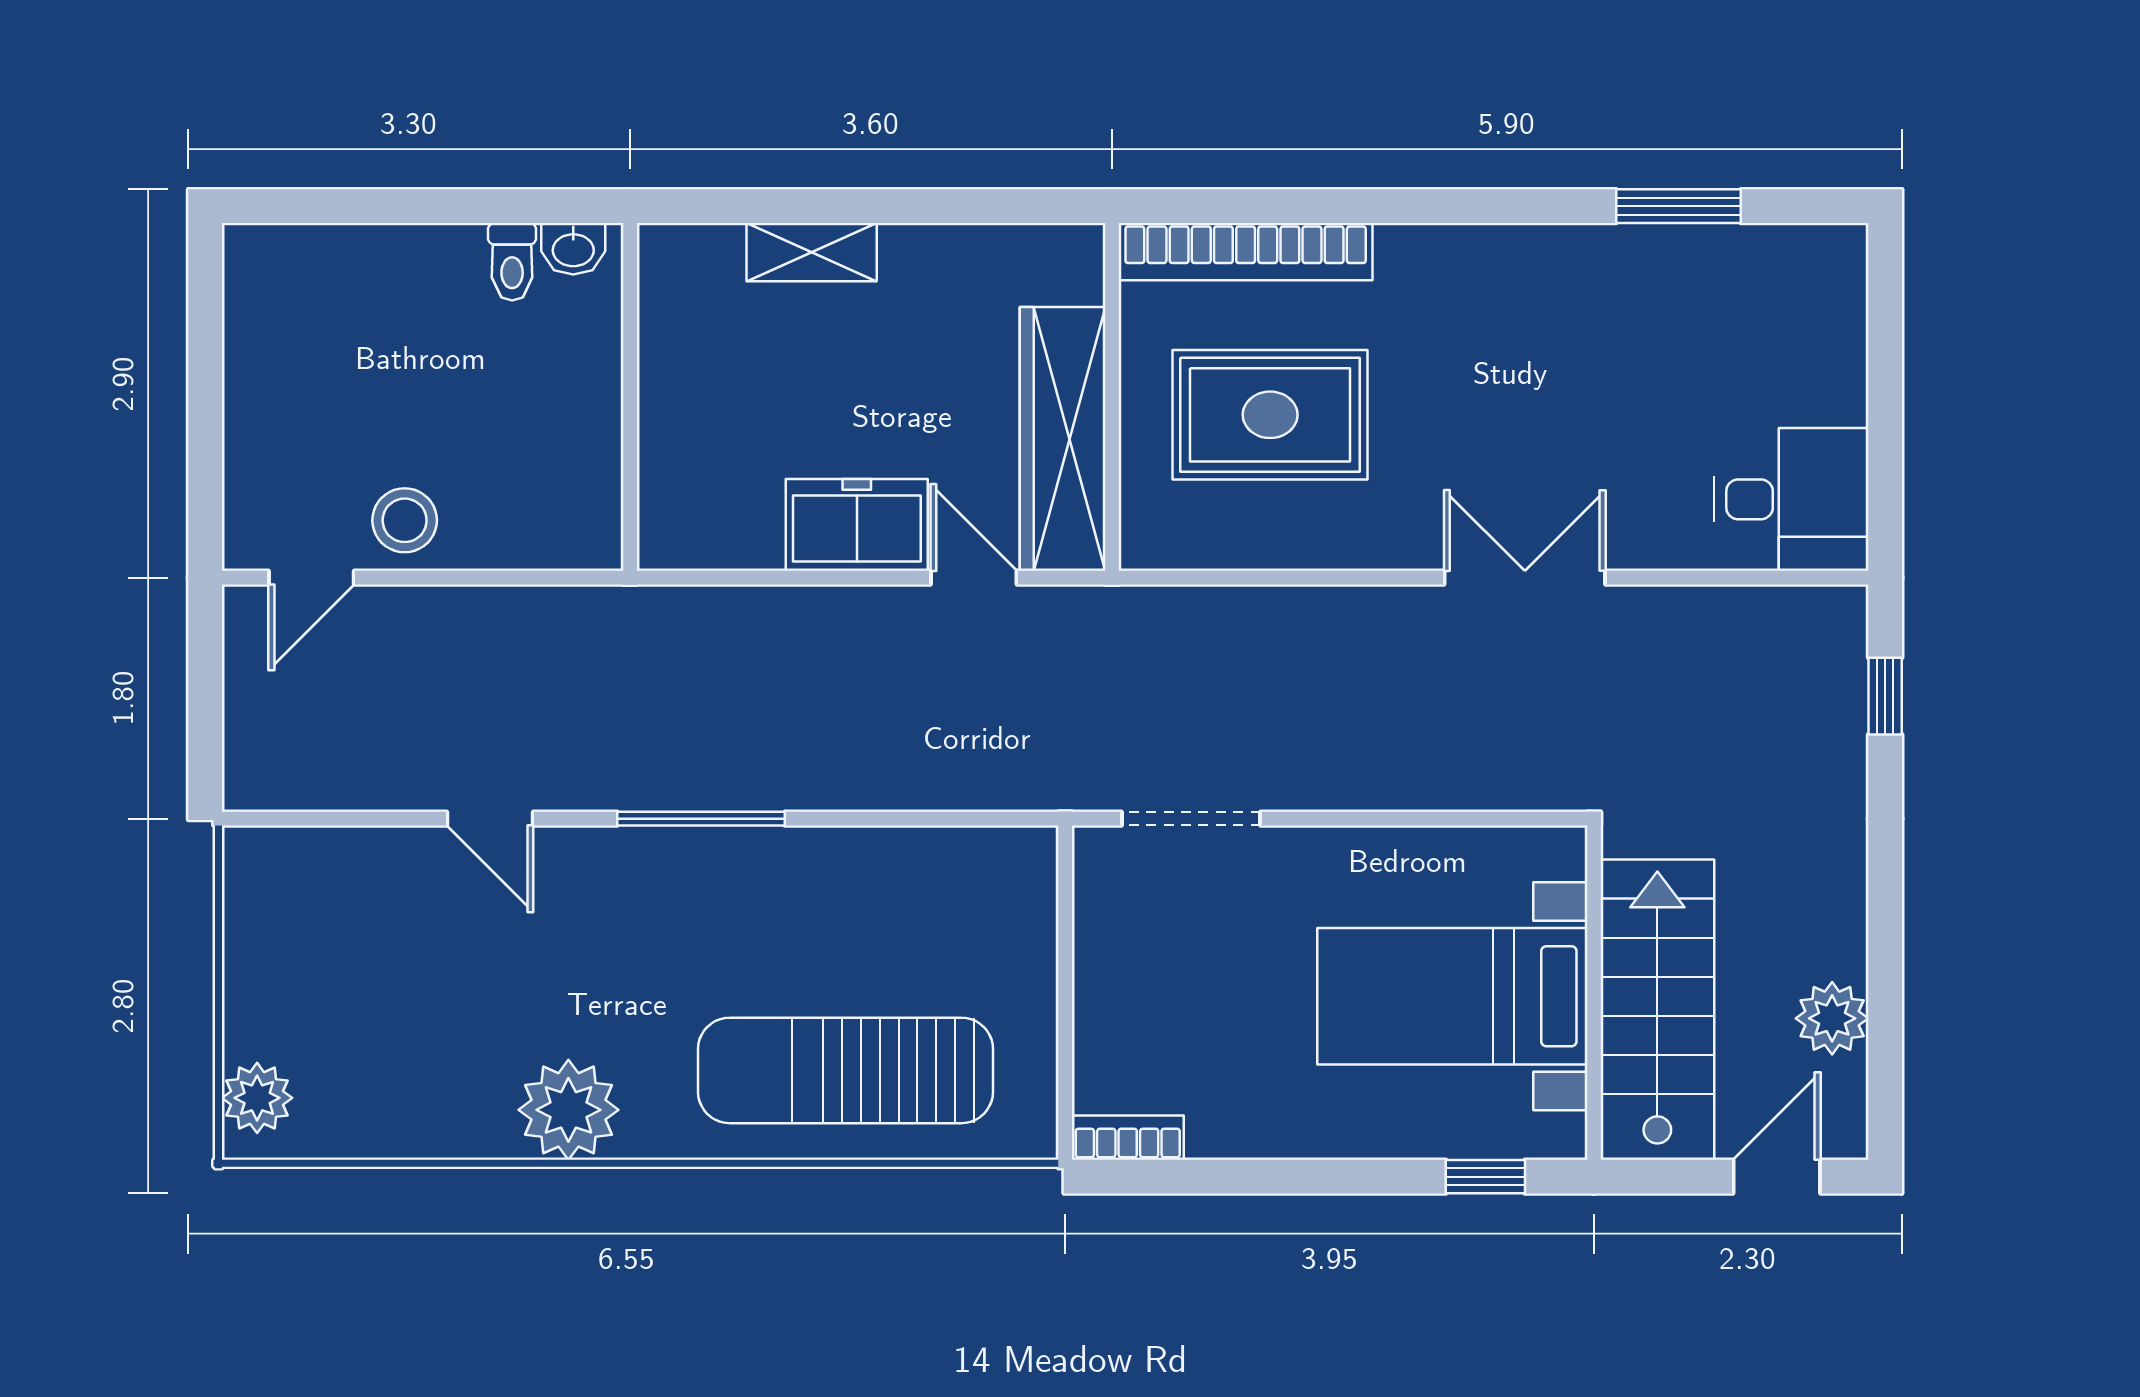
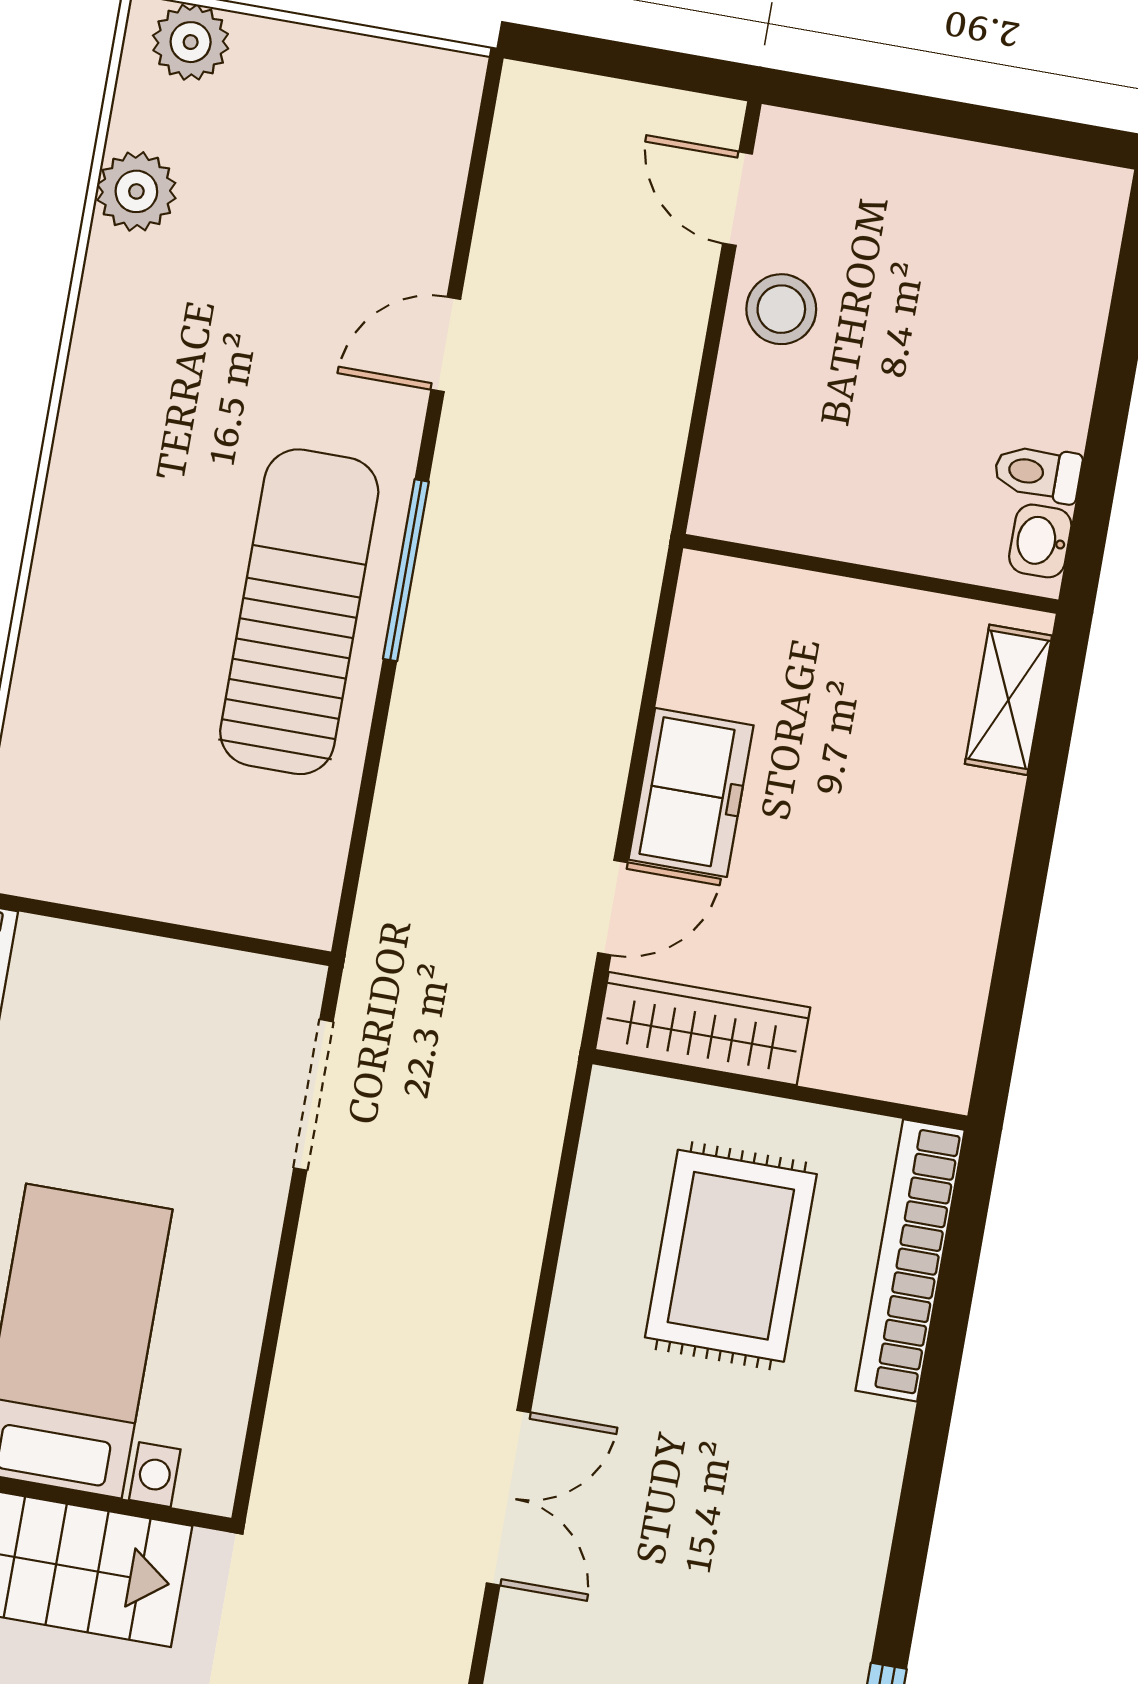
shelving: (812, 252) -> (1008, 700), moved
wardrobe: (1063, 439) -> (703, 1029), width x0.71, depth x0.85
sun lounger: (846, 1070) -> (299, 612), moved
plant: (568, 1110) -> (136, 191), moved, width x0.73, depth x0.73

